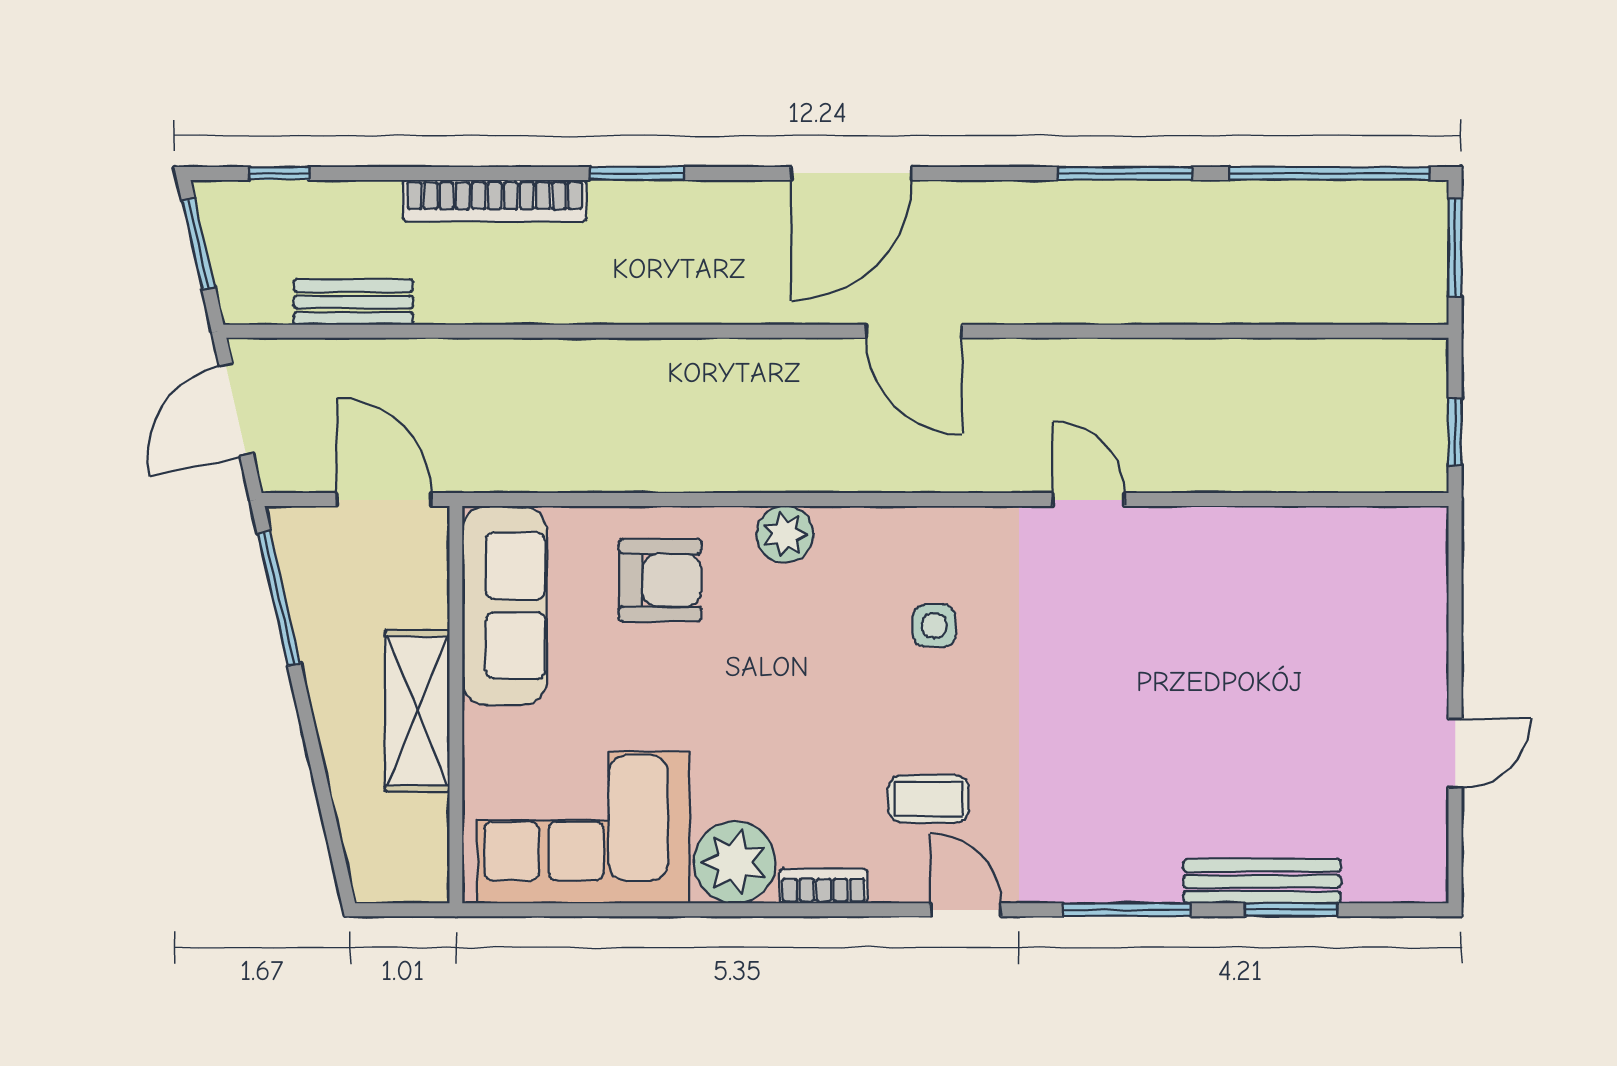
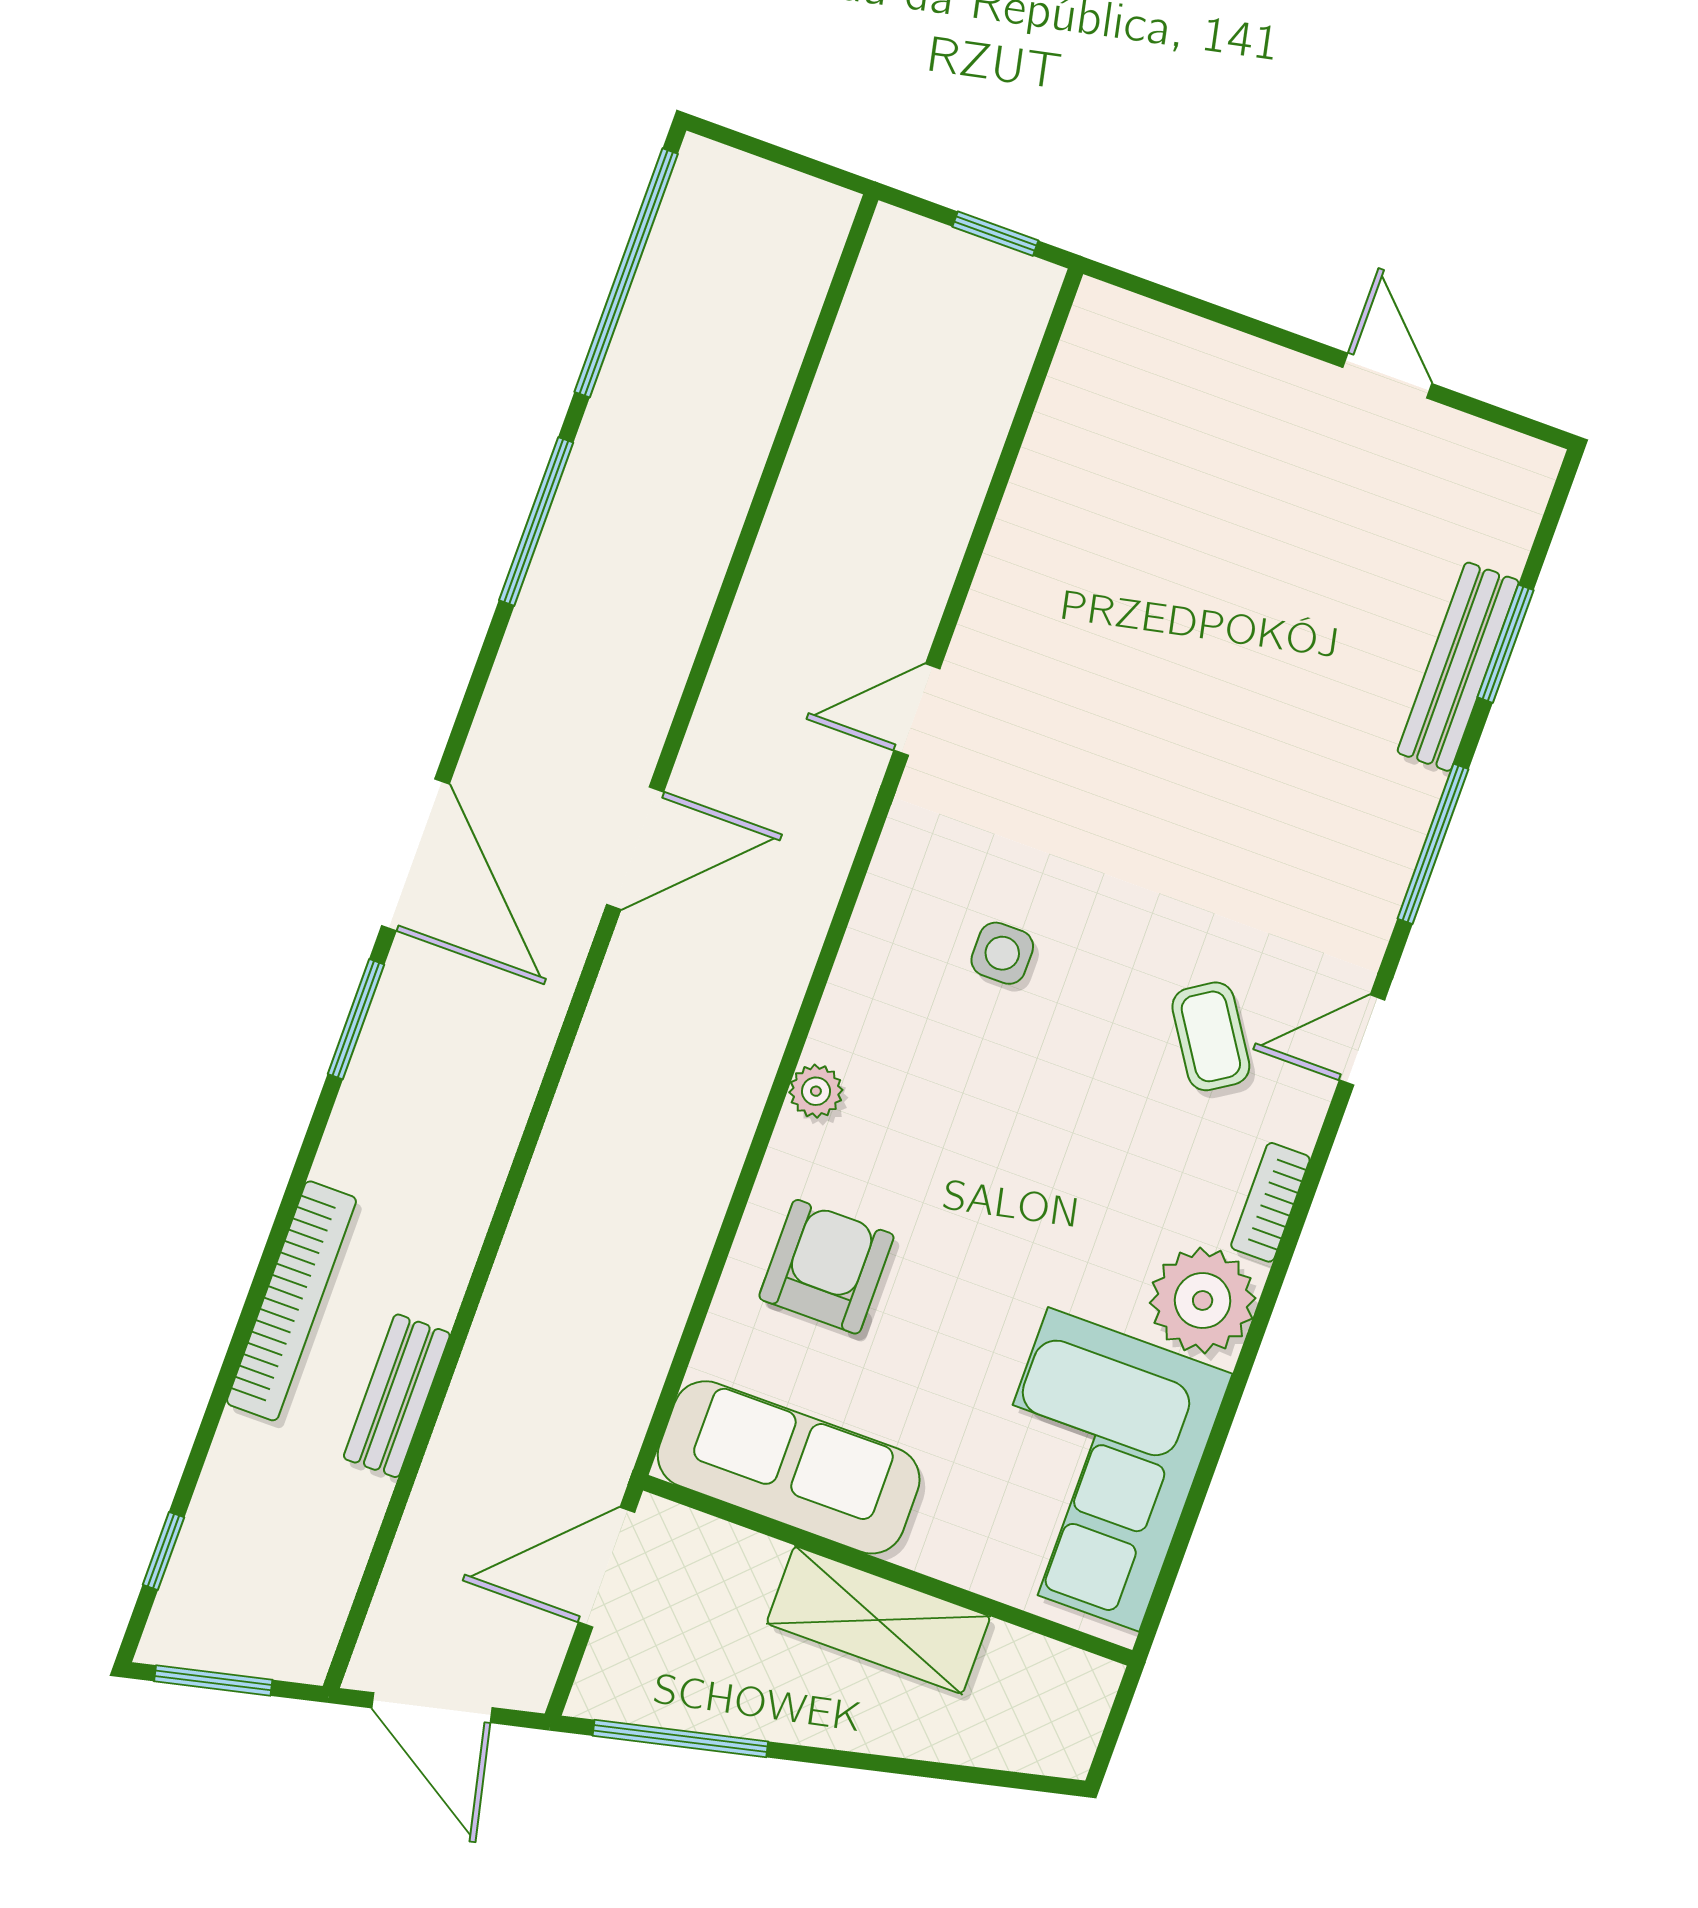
window: (637, 173) -> (356, 1019), moved
window: (1455, 248) -> (772, 153), removed
bench: (353, 302) -> (397, 1396), moved
plant: (785, 534) -> (816, 1091), width x0.73, depth x0.73
coffee table: (929, 799) -> (1211, 1036), turned -33

